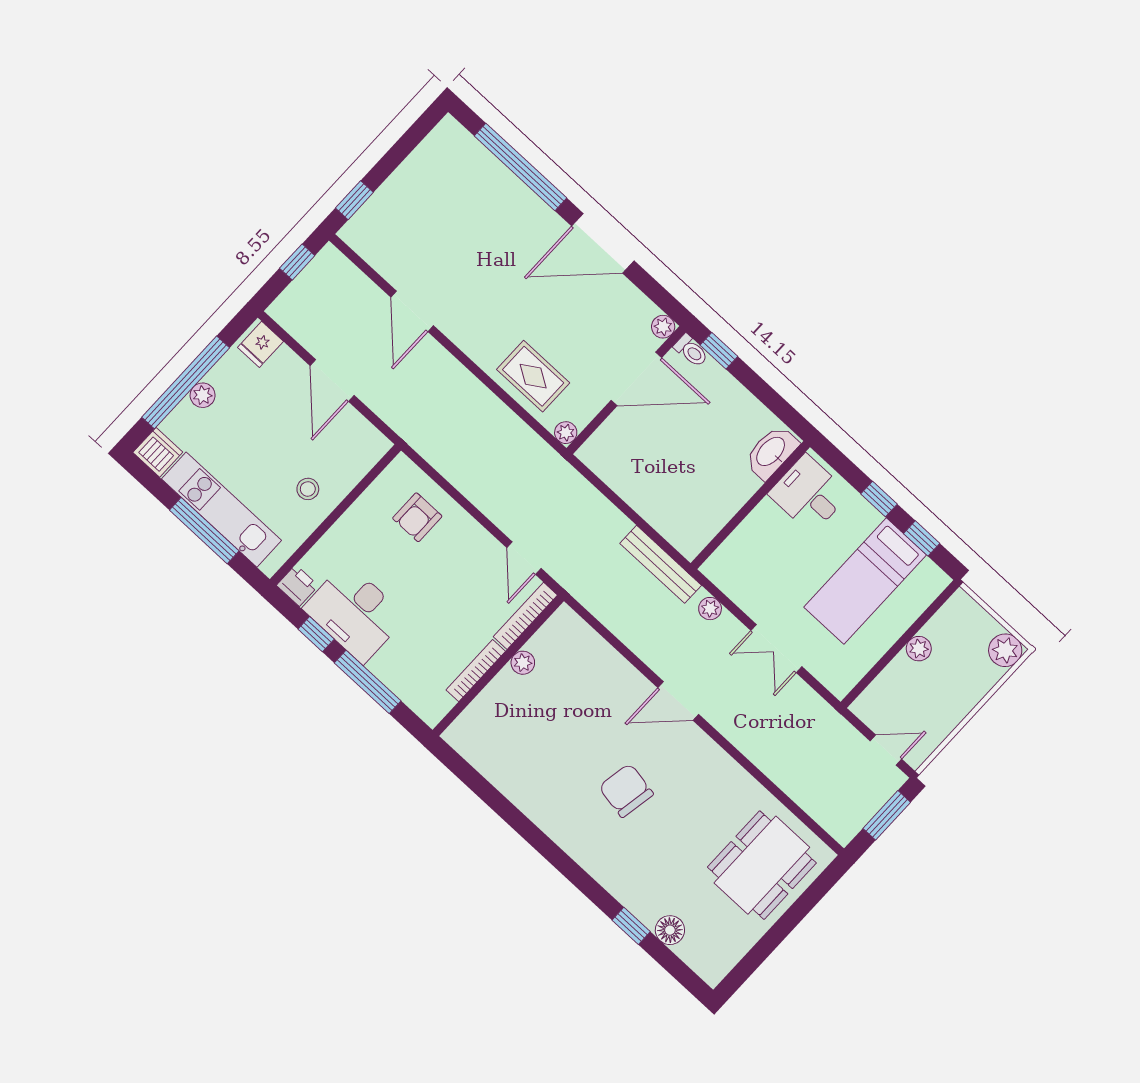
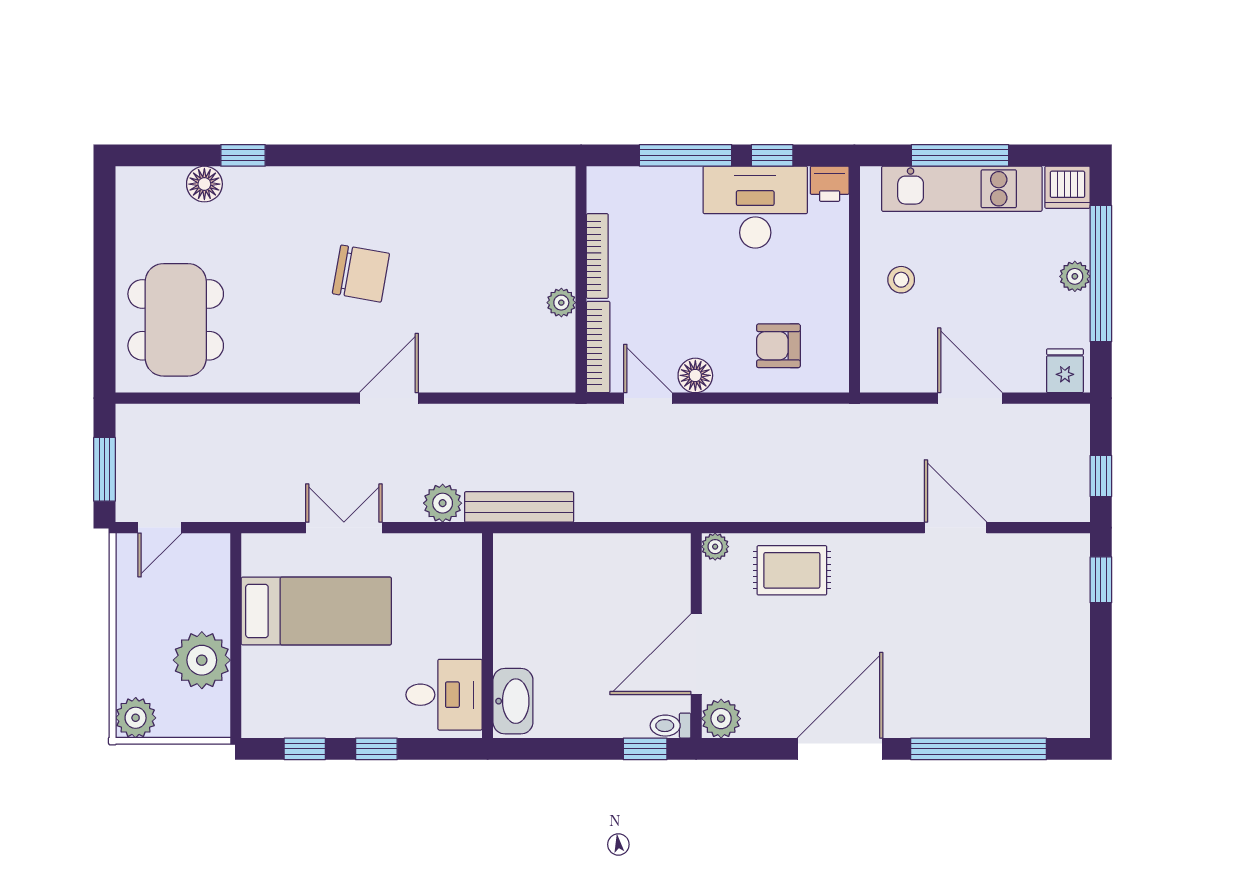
plant: (663, 327) -> (721, 719), width x1.38, depth x1.38
armchair: (417, 517) -> (778, 346), turned -90
floor lamp: (483, 545) -> (695, 375), added
bed: (865, 581) -> (316, 611), moved, turned 90
plant: (710, 609) -> (443, 503), width x1.38, depth x1.38
plant: (919, 649) -> (202, 660), width x1.87, depth x1.87

